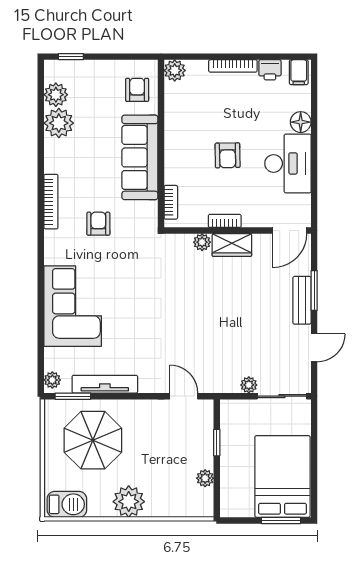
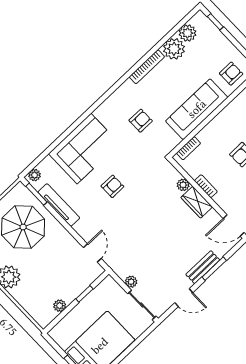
bookcase: (51, 202) -> (147, 67), moved
armchair: (137, 313) -> (112, 186), added

